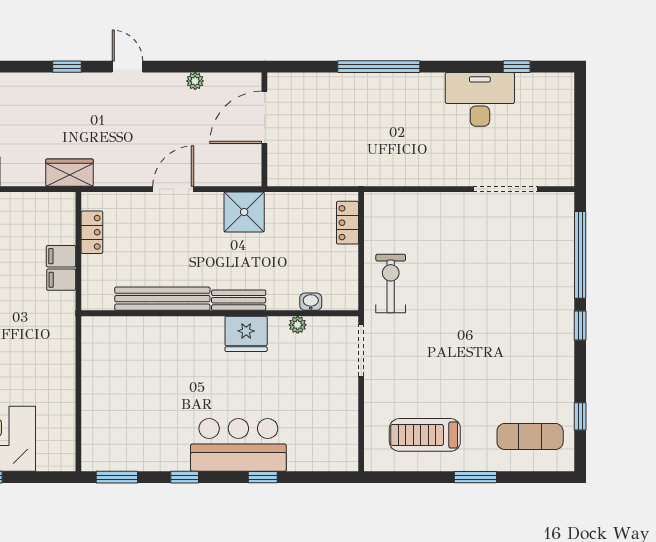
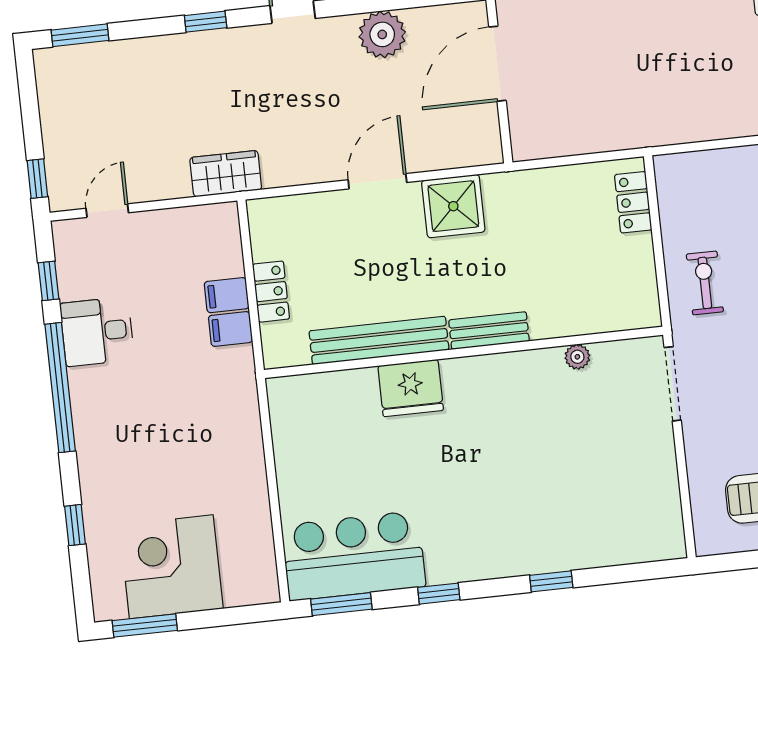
plant: (195, 81) -> (382, 34), width x1.88, depth x1.88
shower: (244, 212) -> (453, 206), moved
locker: (92, 232) -> (271, 292), moved
exercise bike: (391, 283) -> (705, 283), width x0.73, depth x0.72
washbasin: (311, 302) -> (593, 322), removed
fridge: (246, 334) -> (411, 388), moved
bar counter: (238, 445) -> (353, 556), moved

